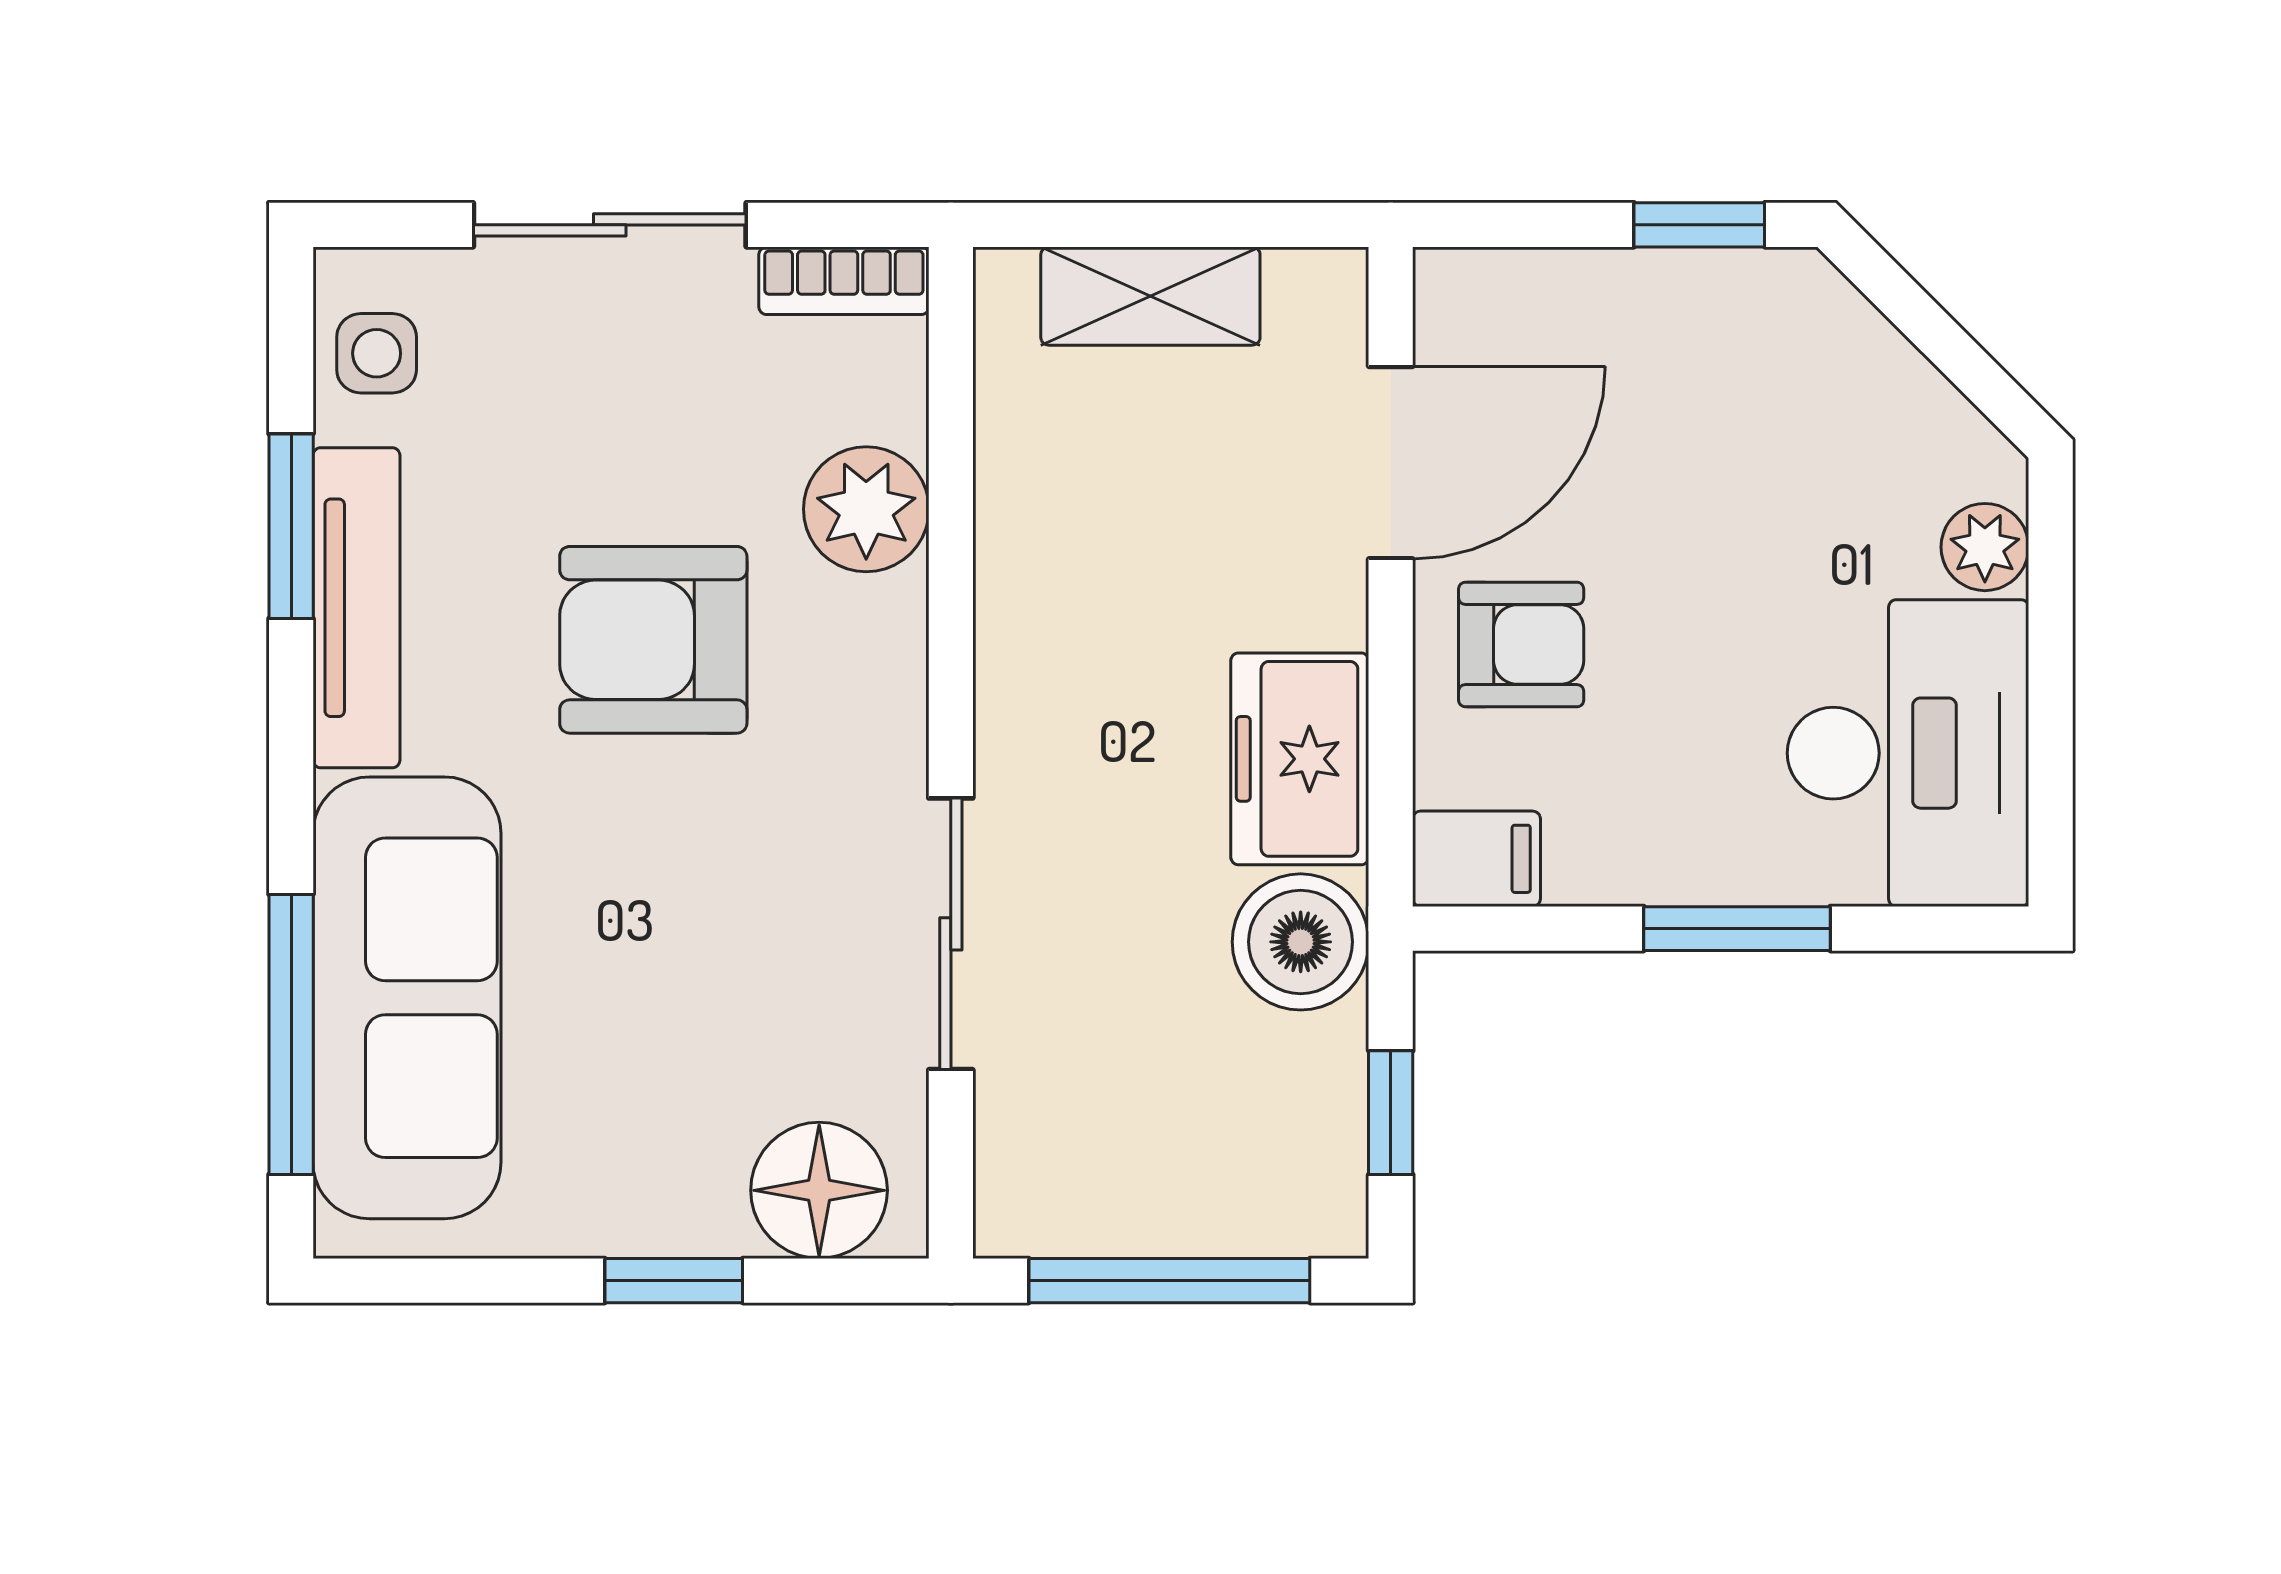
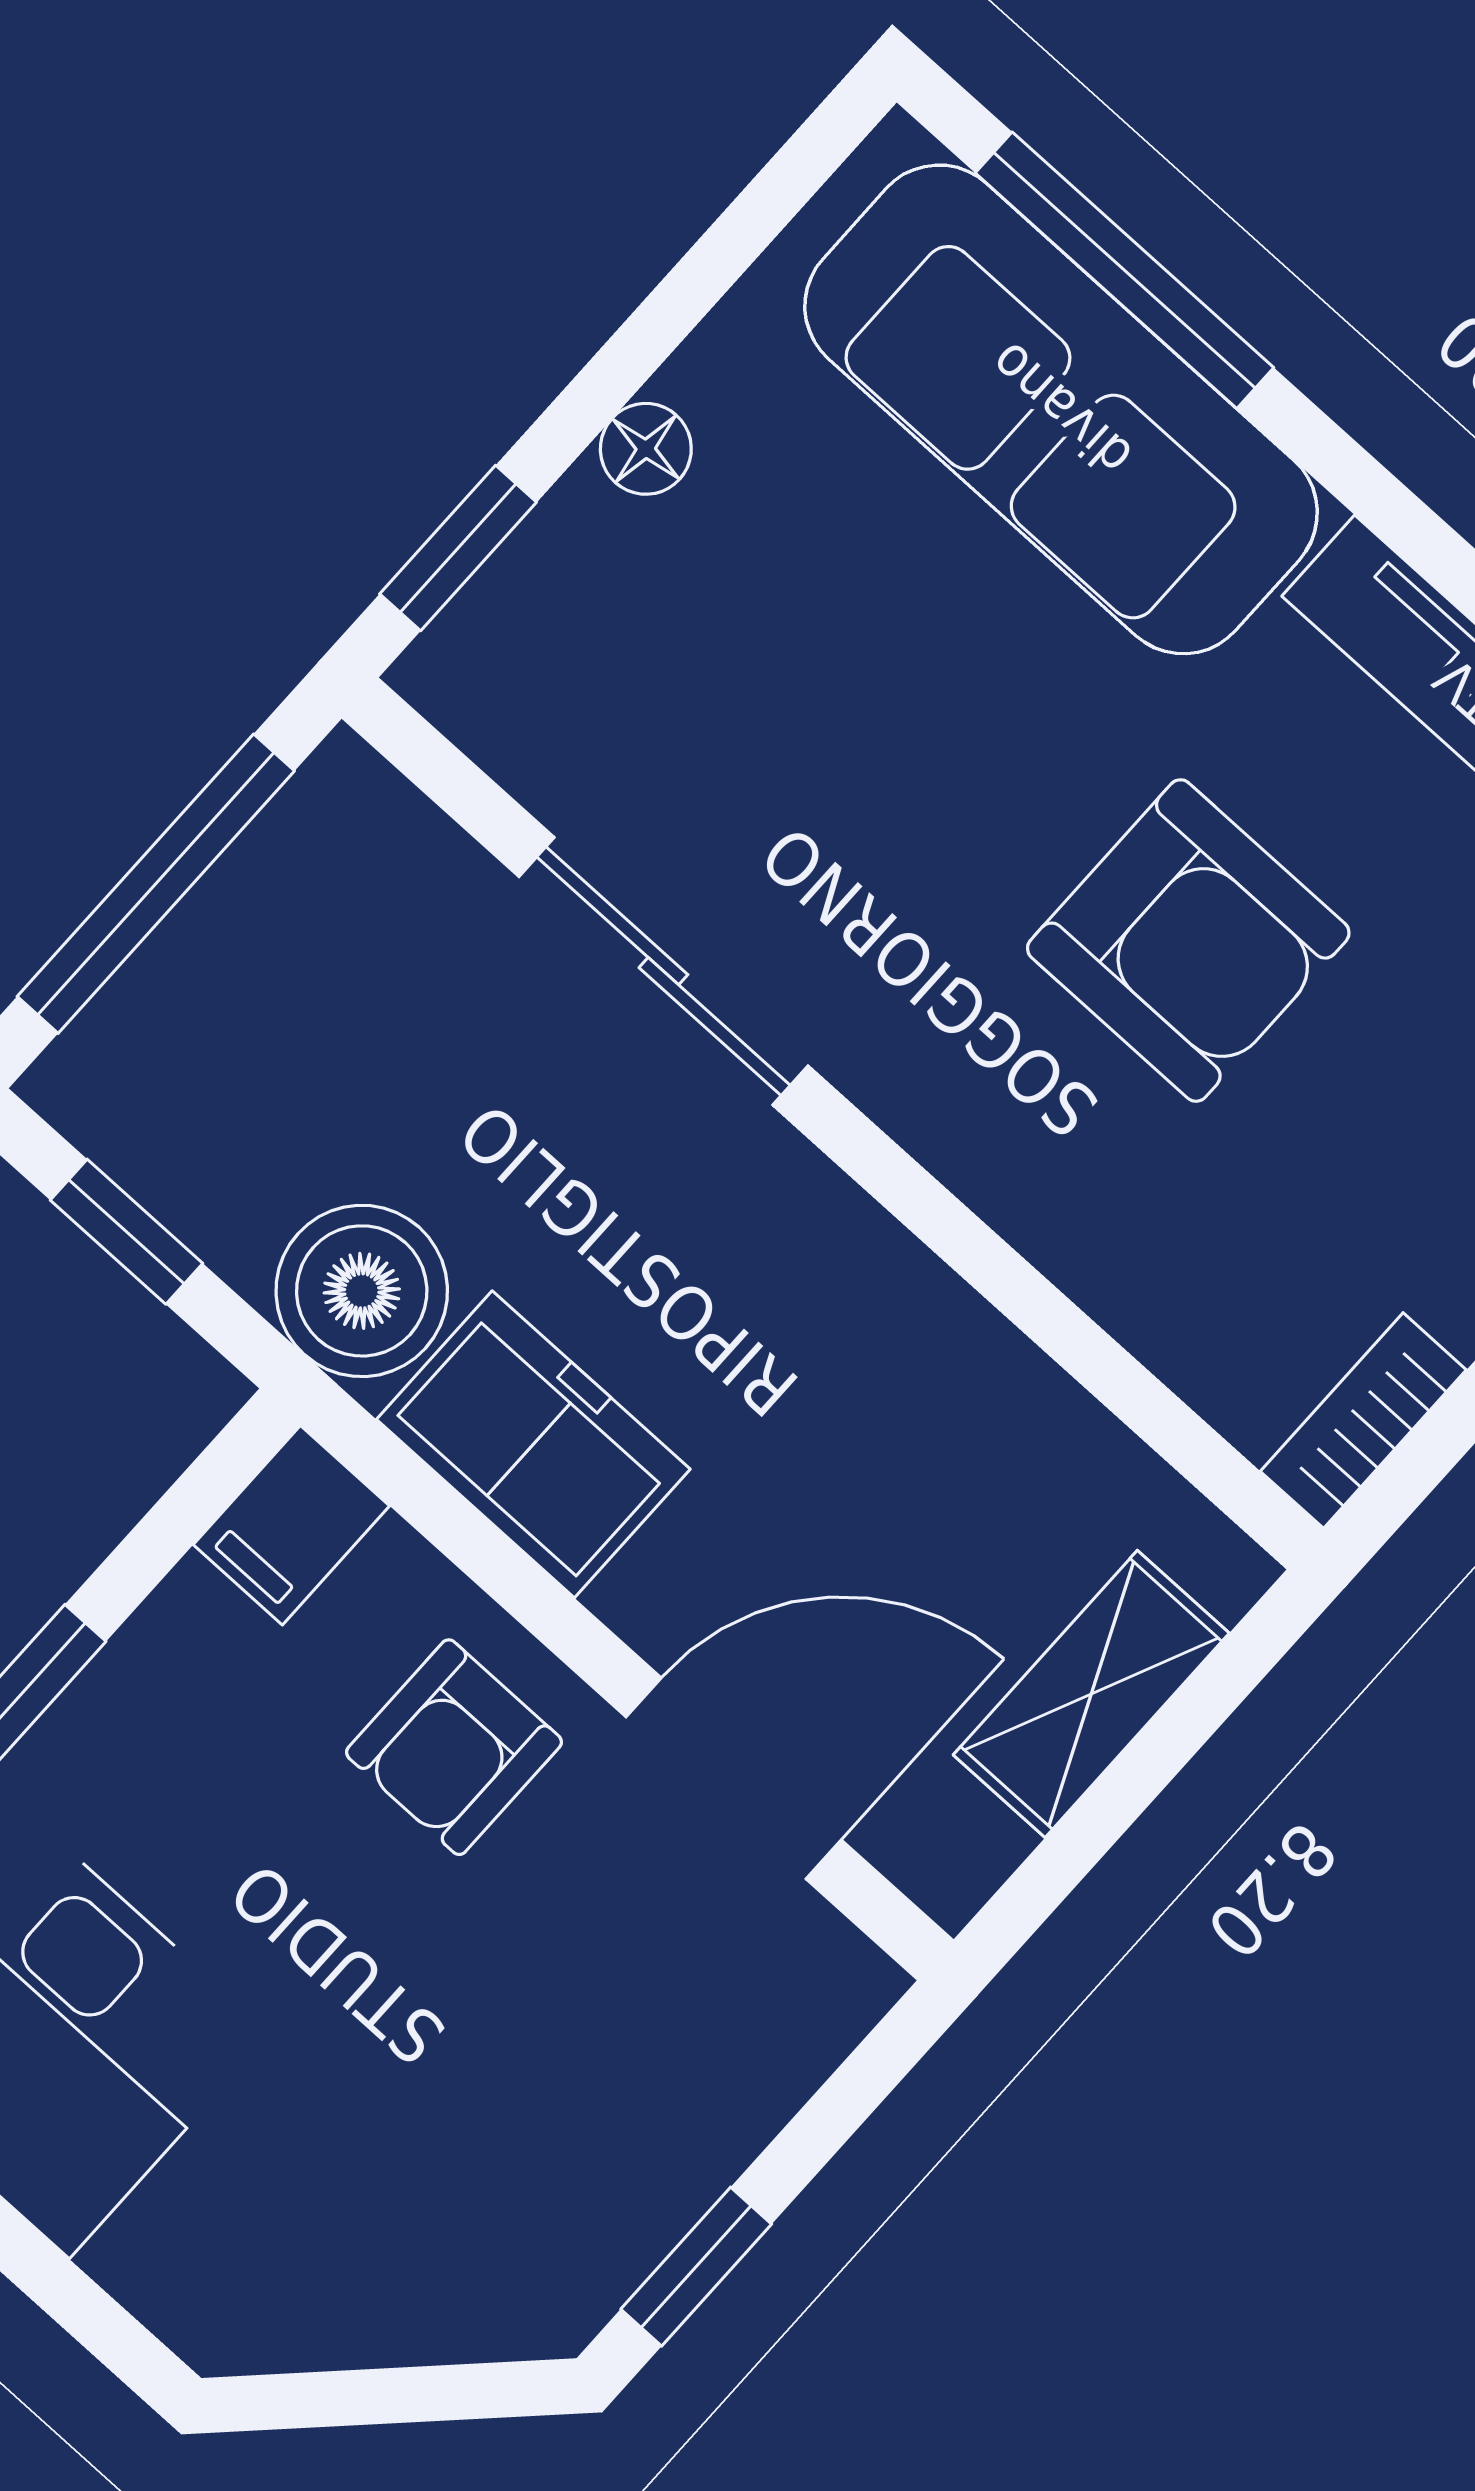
door: (1391, 463) -> (734, 1778), swing flipped
plant: (866, 509) -> (1131, 1249), removed
plant: (1985, 547) -> (155, 2262), removed
armchair: (653, 640) -> (1188, 941), turned 90
floor lamp: (819, 1190) -> (646, 449), moved, width x0.53, depth x0.53
window: (674, 1281) -> (458, 548), moved

